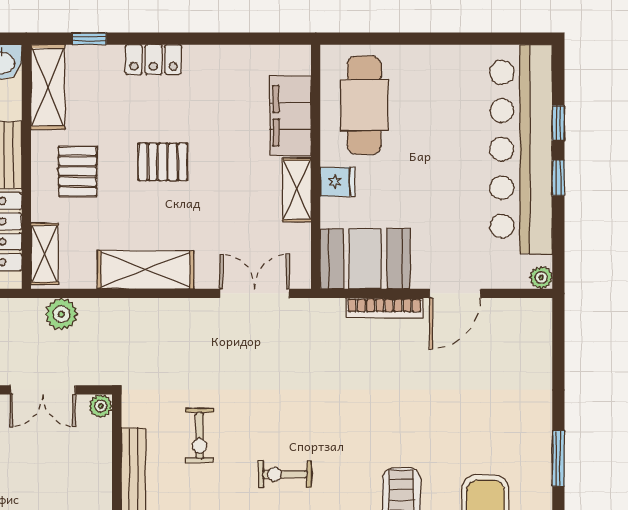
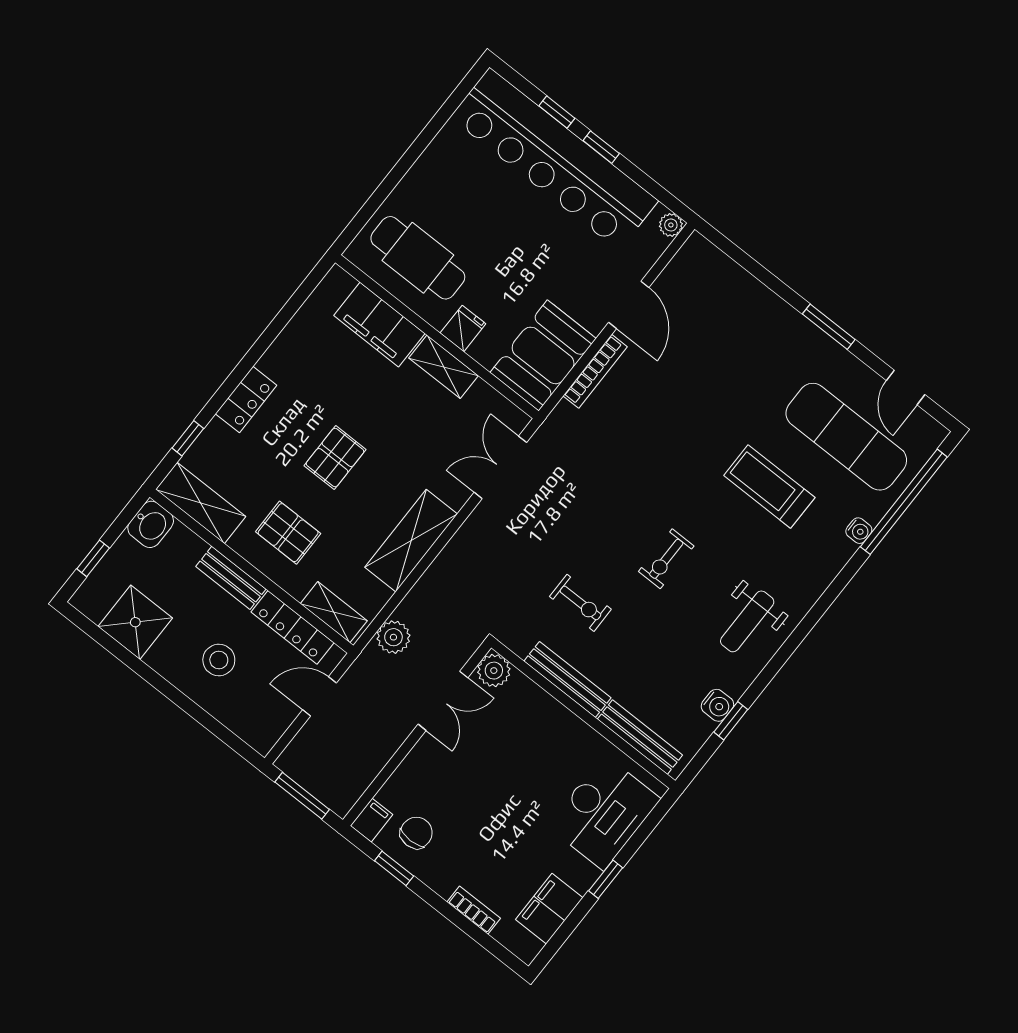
plant: (101, 406) -> (494, 671), width x1.38, depth x1.38

